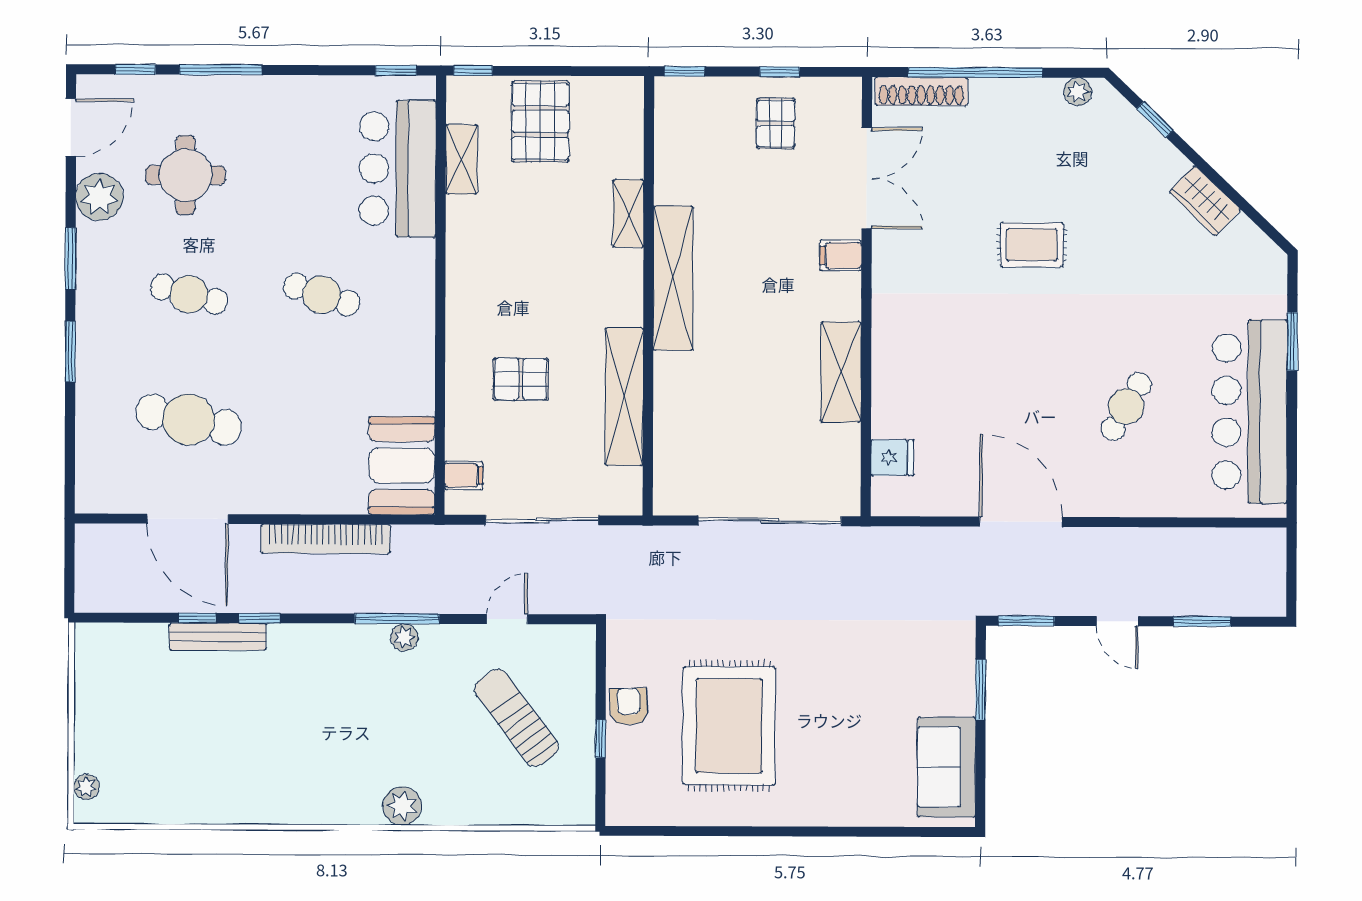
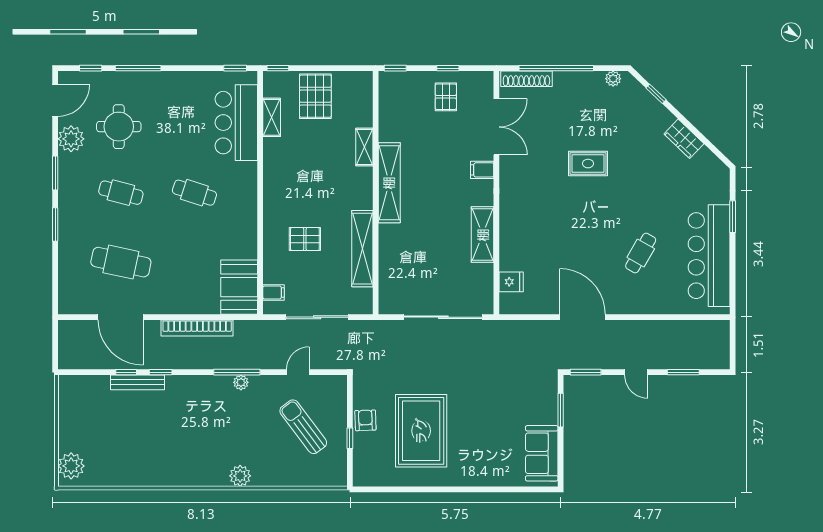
plant: (86, 787) -> (71, 466), width x1.88, depth x1.88

